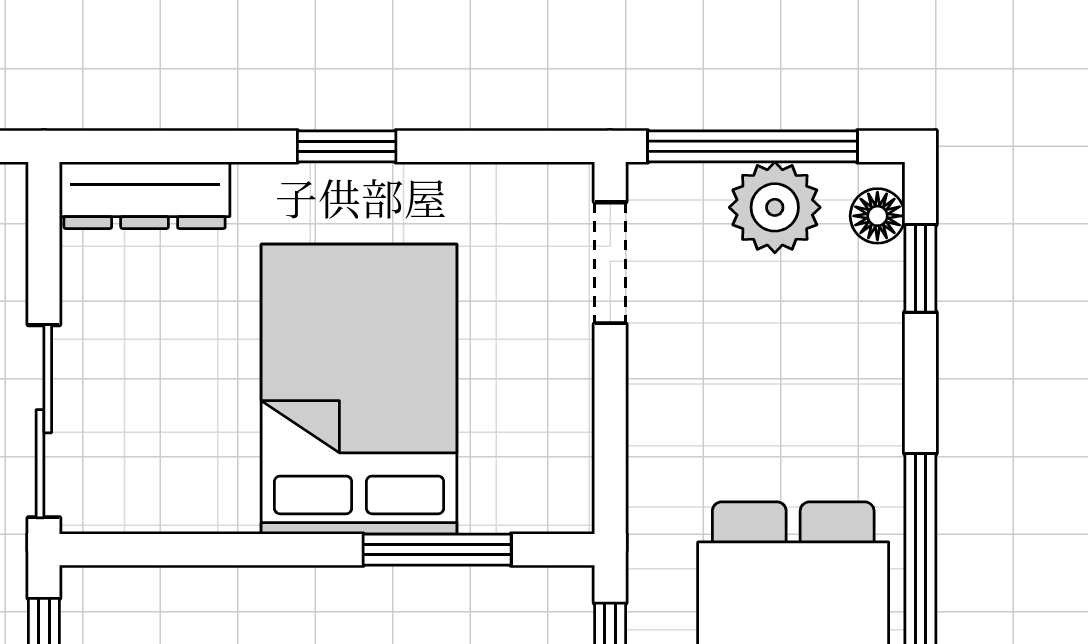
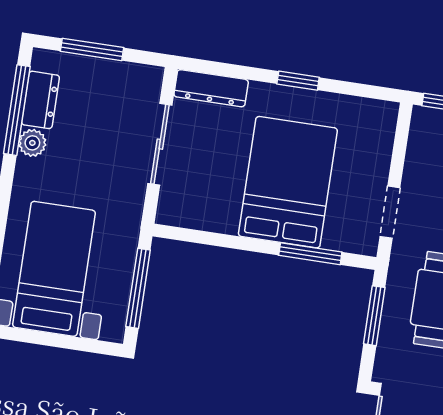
doorway: (610, 263) -> (390, 212), moved
sliding door: (44, 421) -> (160, 144), moved

